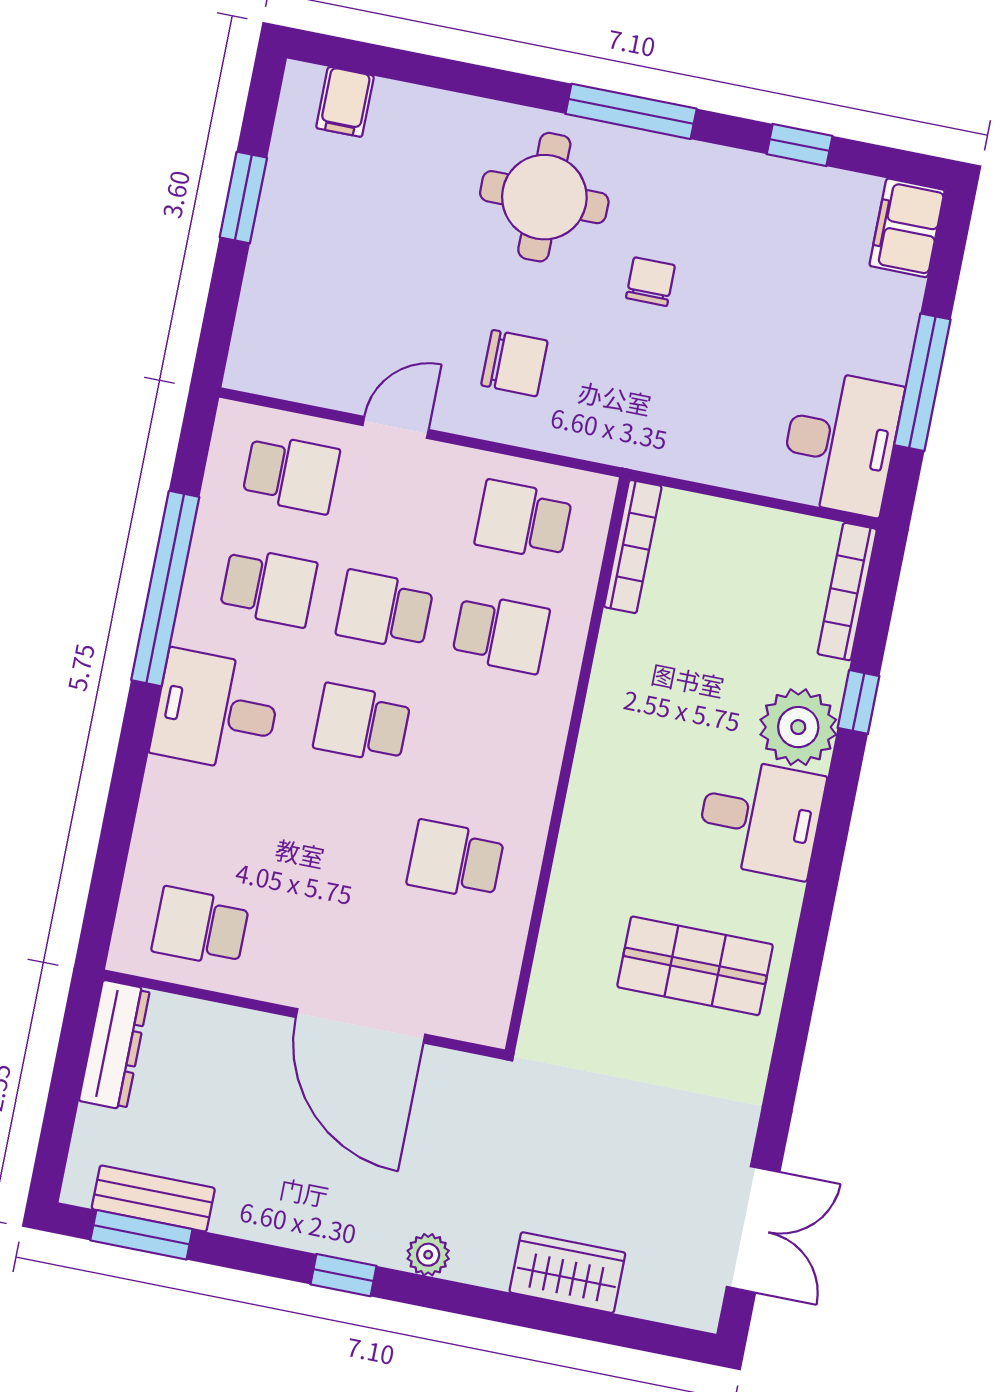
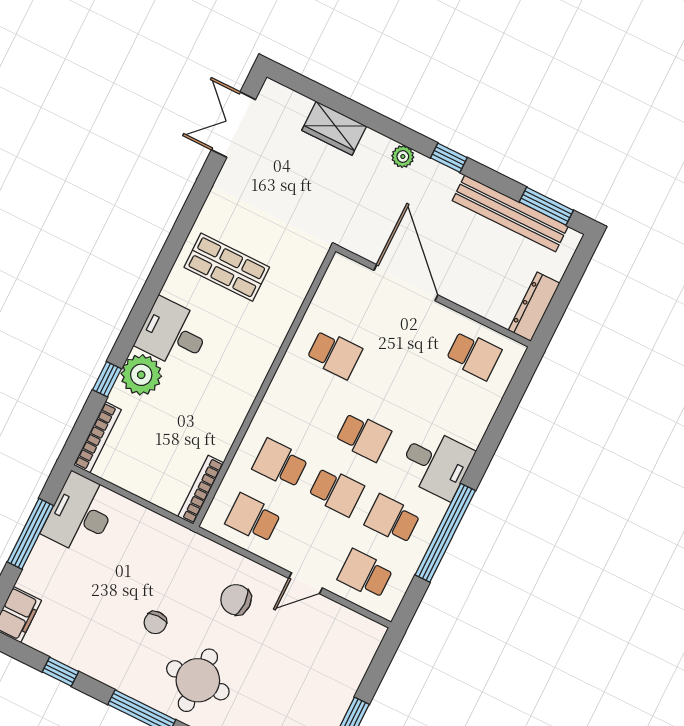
school desk: (523, 520) -> (253, 518), turned 180
bench: (153, 1198) -> (510, 213), width x1.86, depth x1.21

